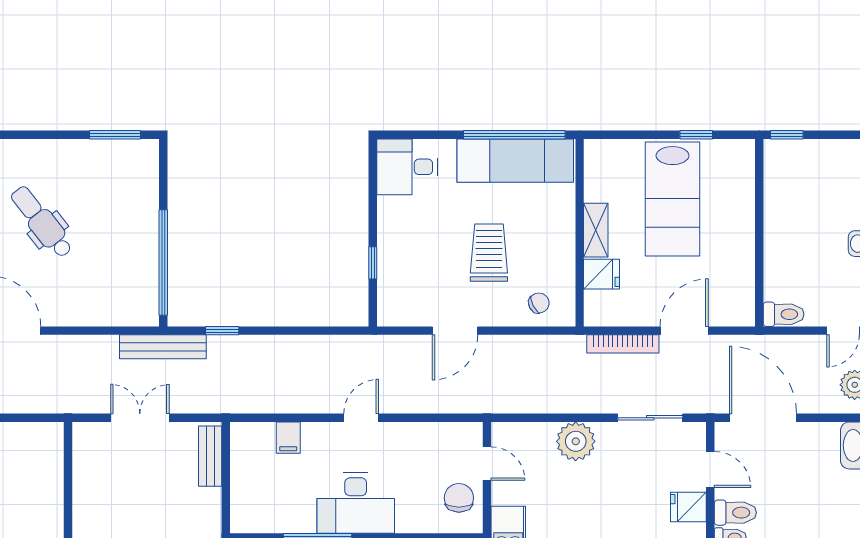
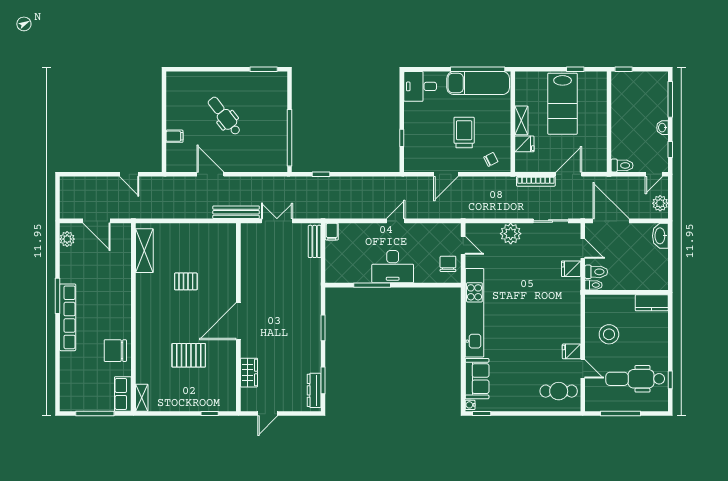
bench: (163, 347) -> (236, 212), moved
filing cabinet: (288, 438) -> (332, 232), moved

